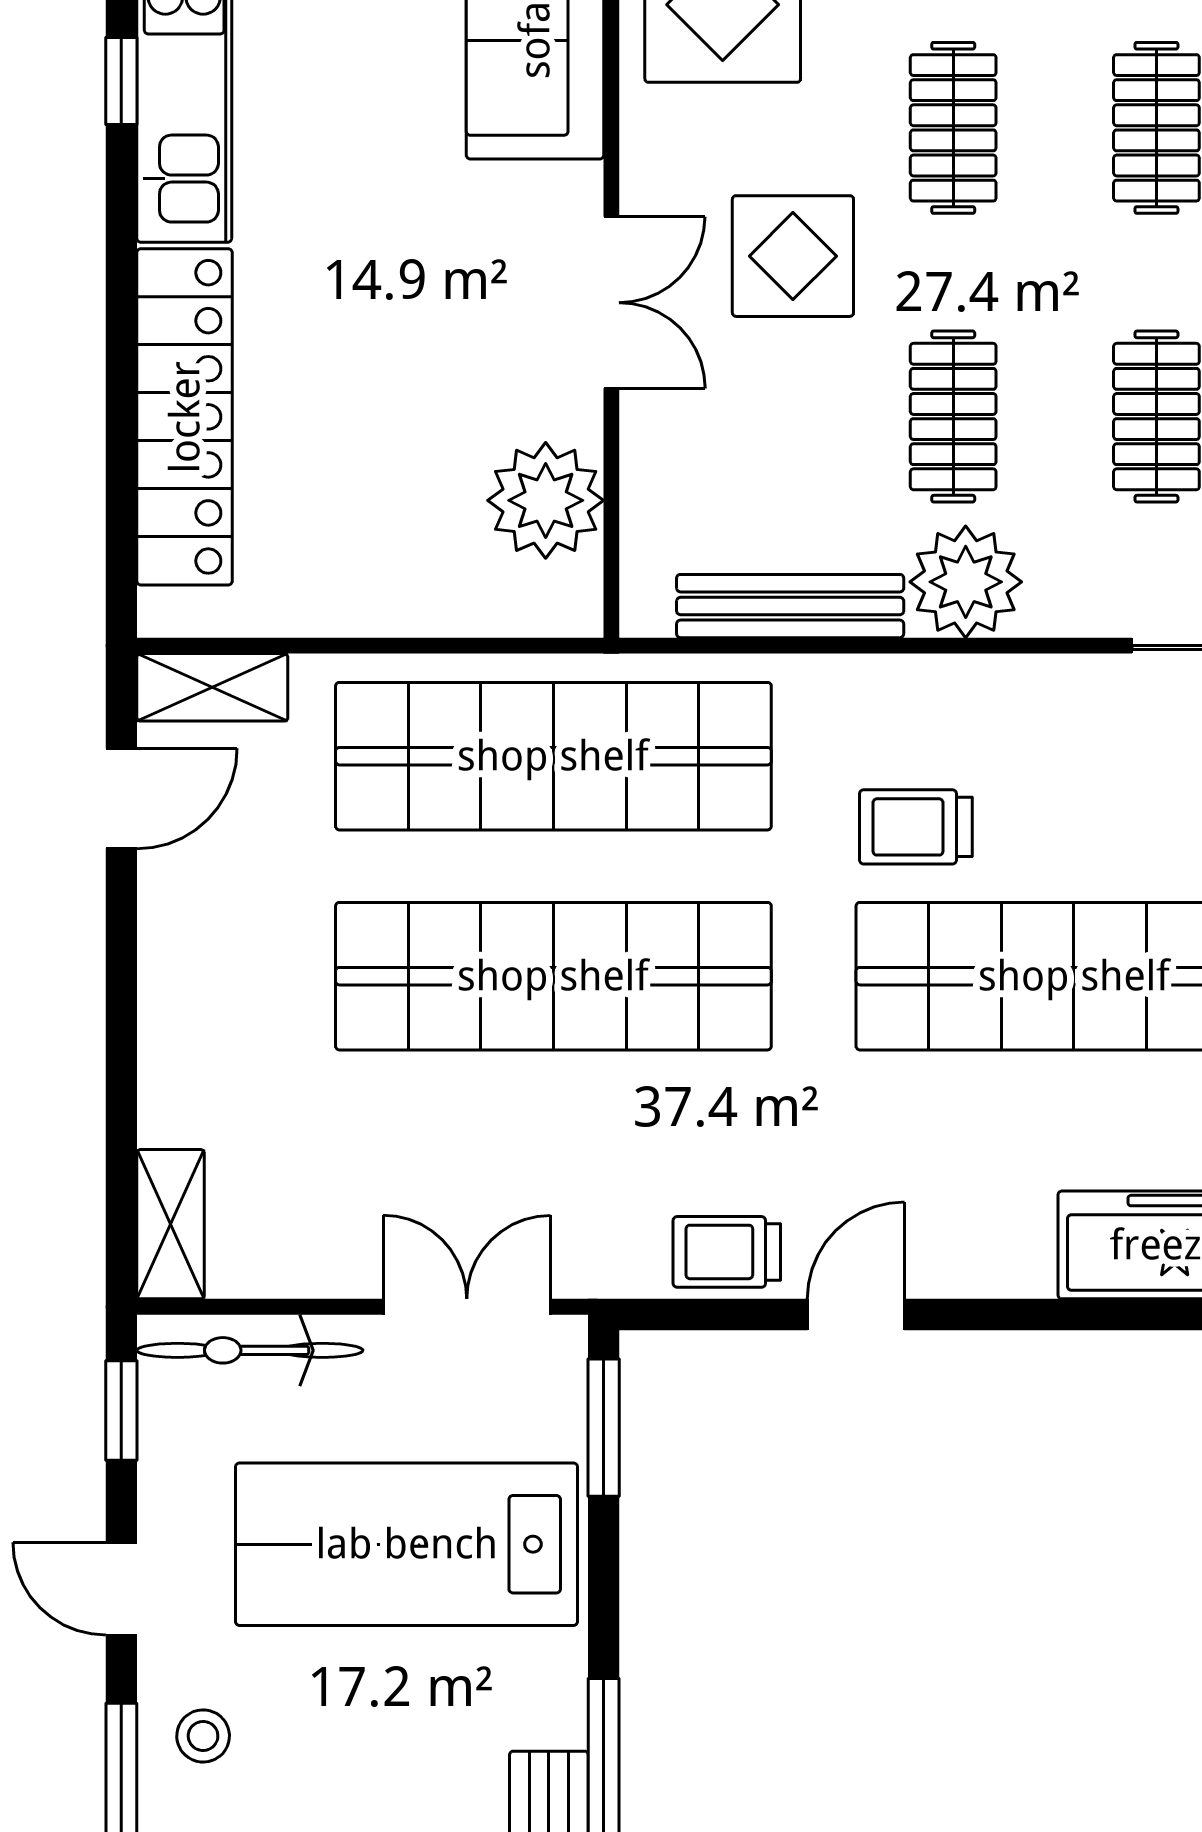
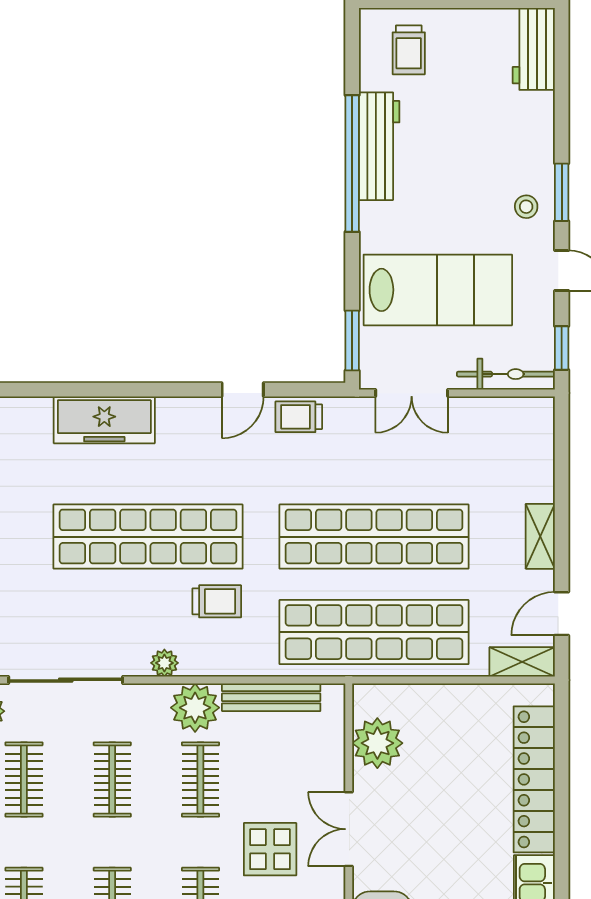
plant: (1036, 685) -> (164, 663), added
shelving: (171, 1224) -> (540, 536), moved
trolley: (727, 1252) -> (299, 417), turned 180

